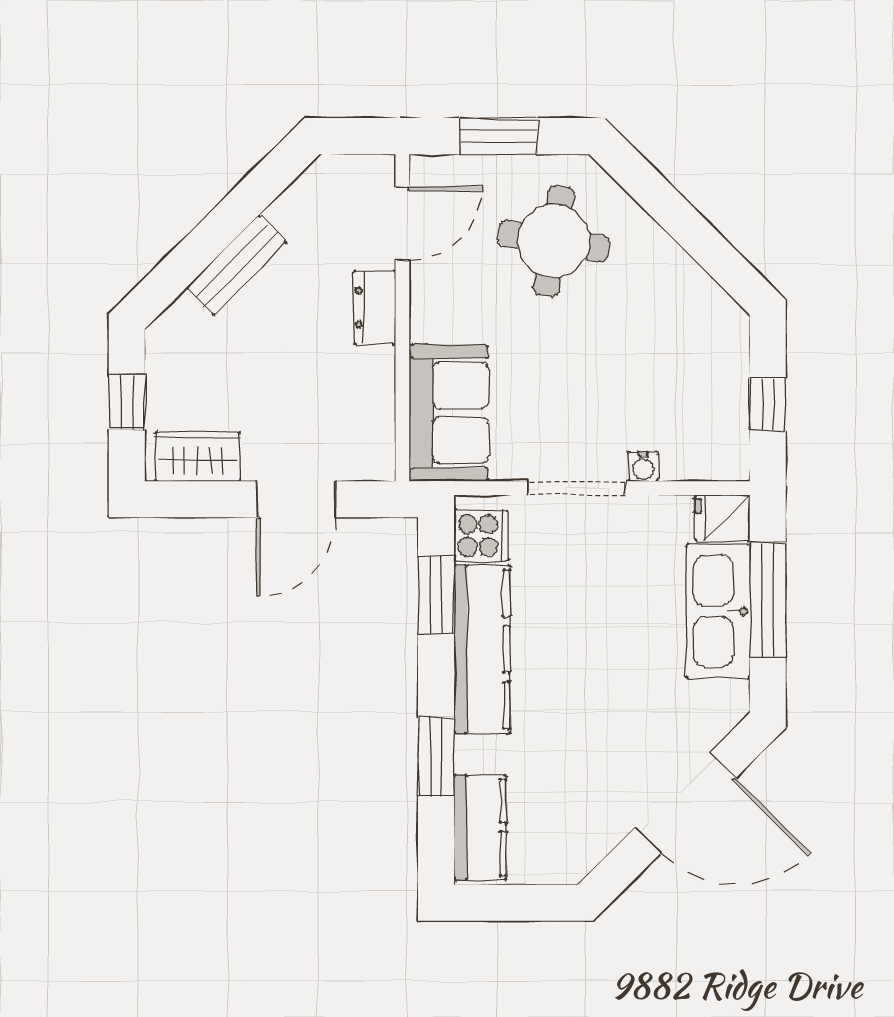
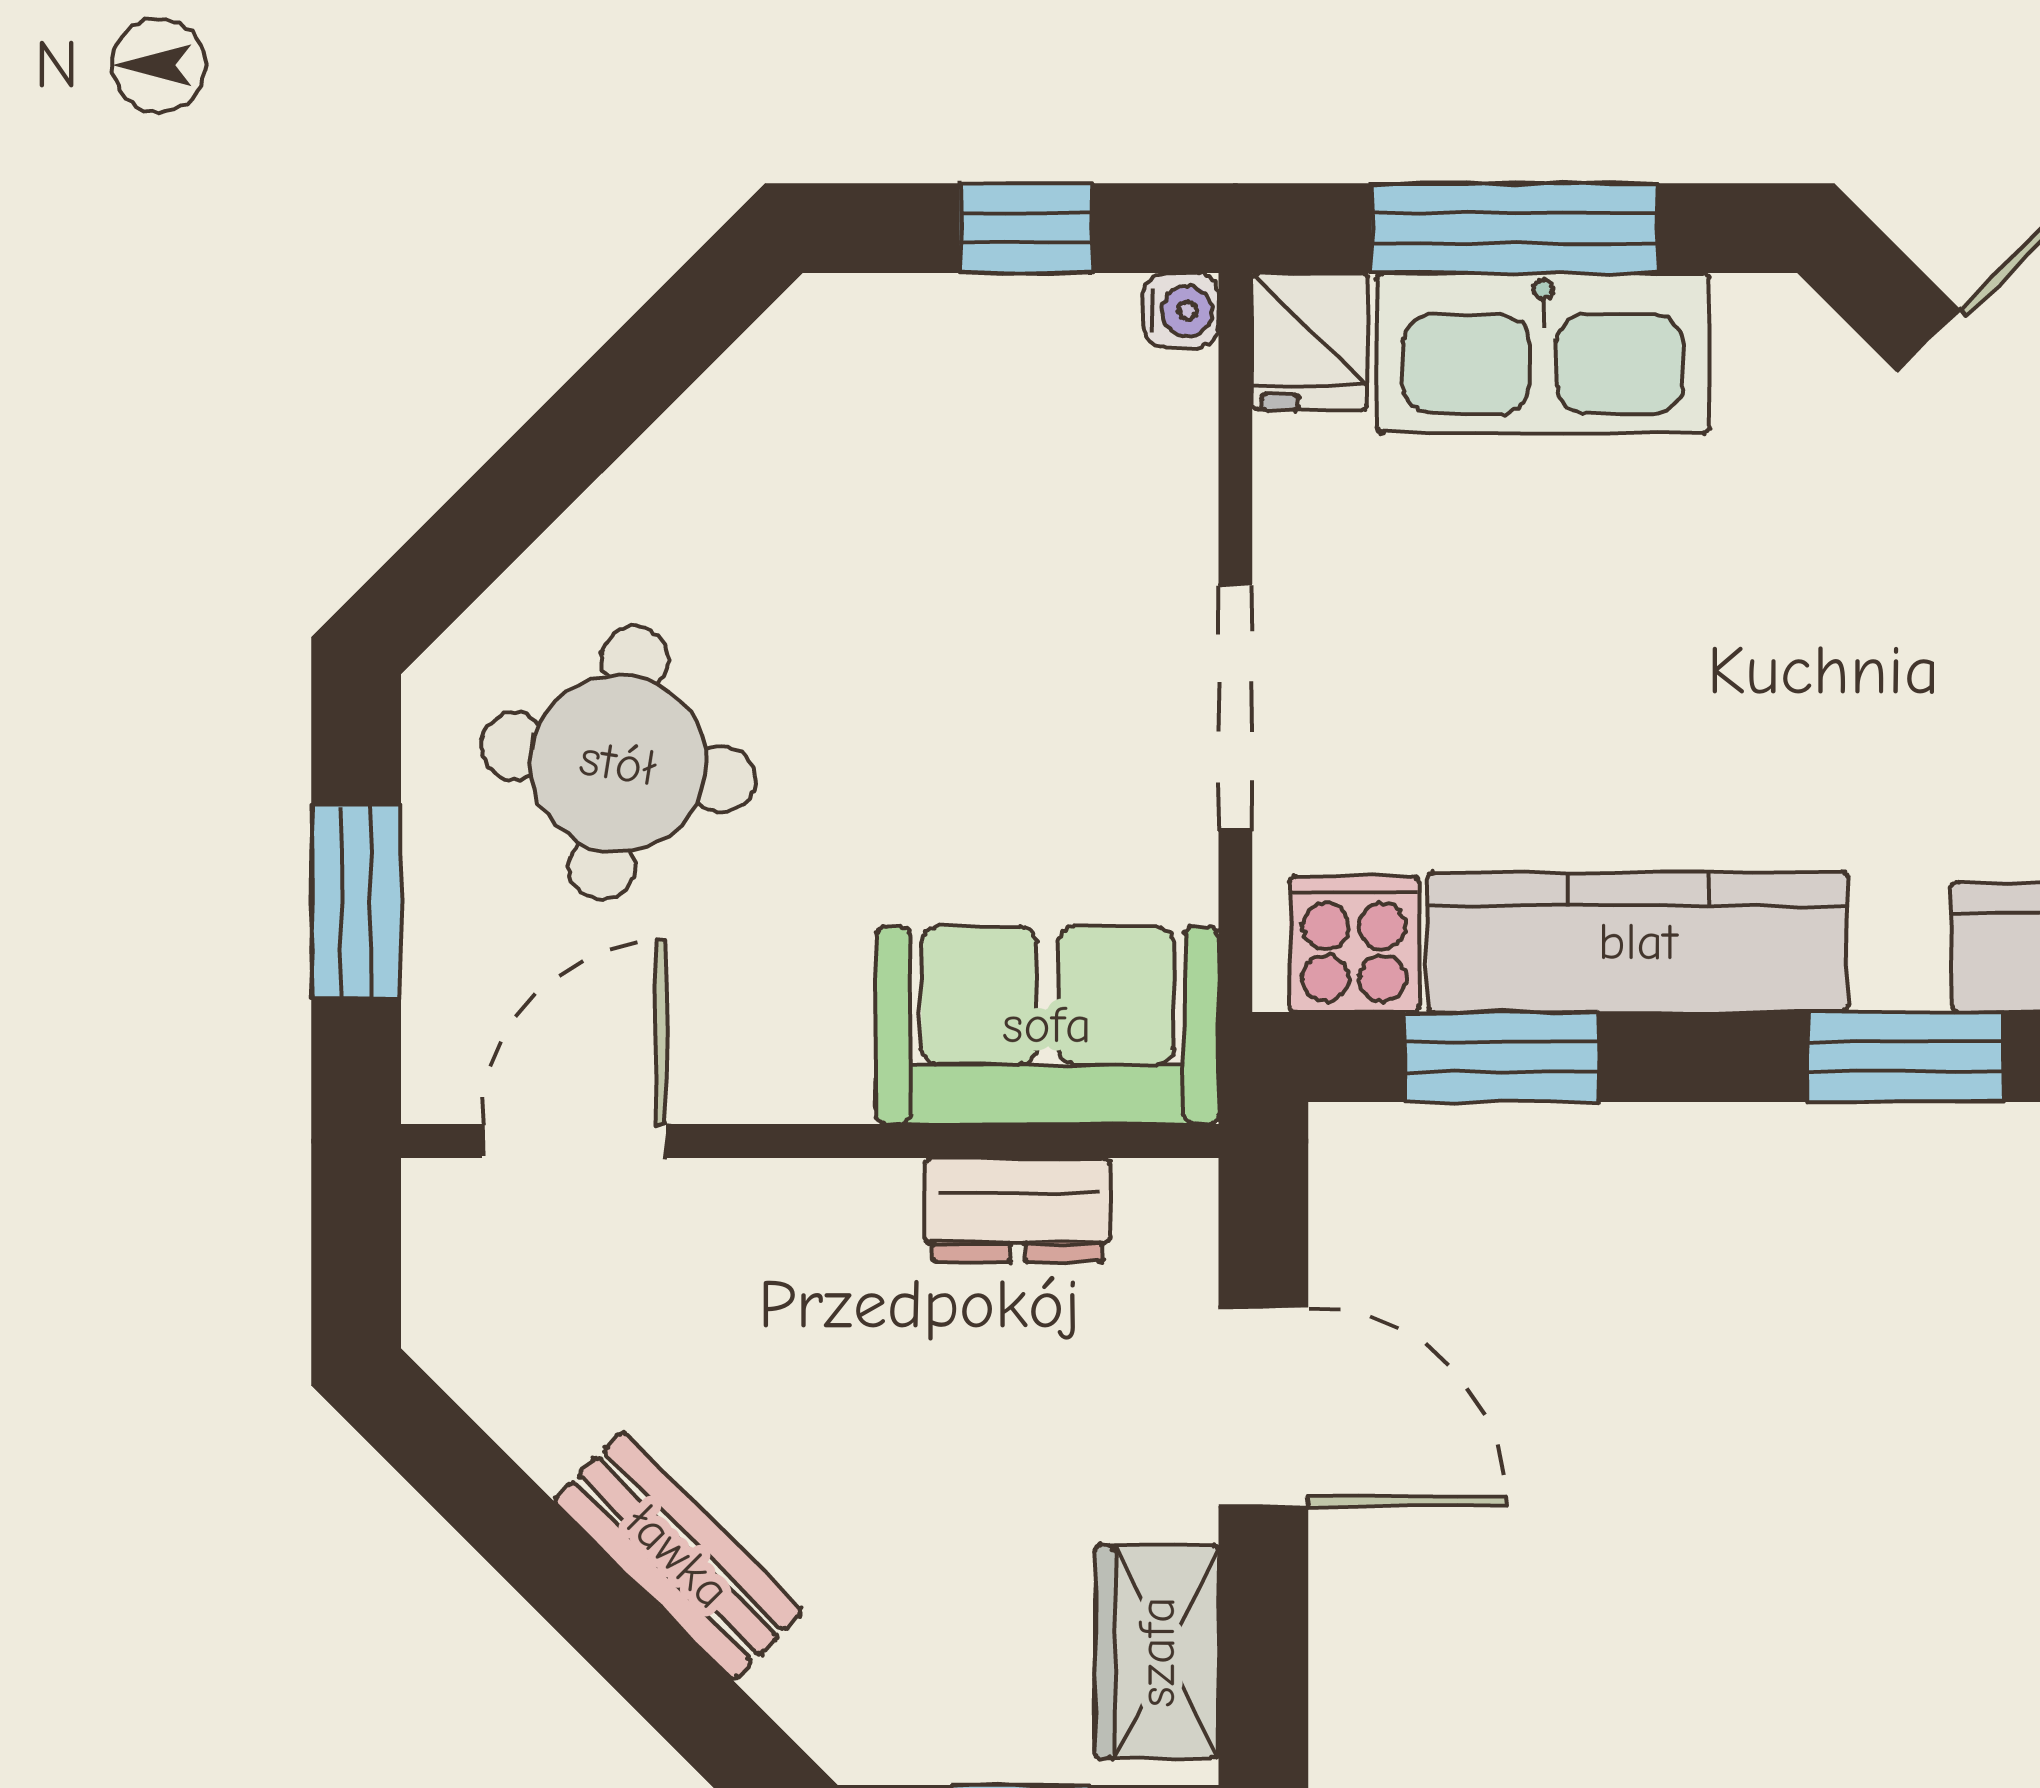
door: (402, 223) -> (574, 1141), hinge flipped
dresser: (375, 308) -> (1018, 1210), moved
water cooler: (643, 466) -> (1181, 310), moved

